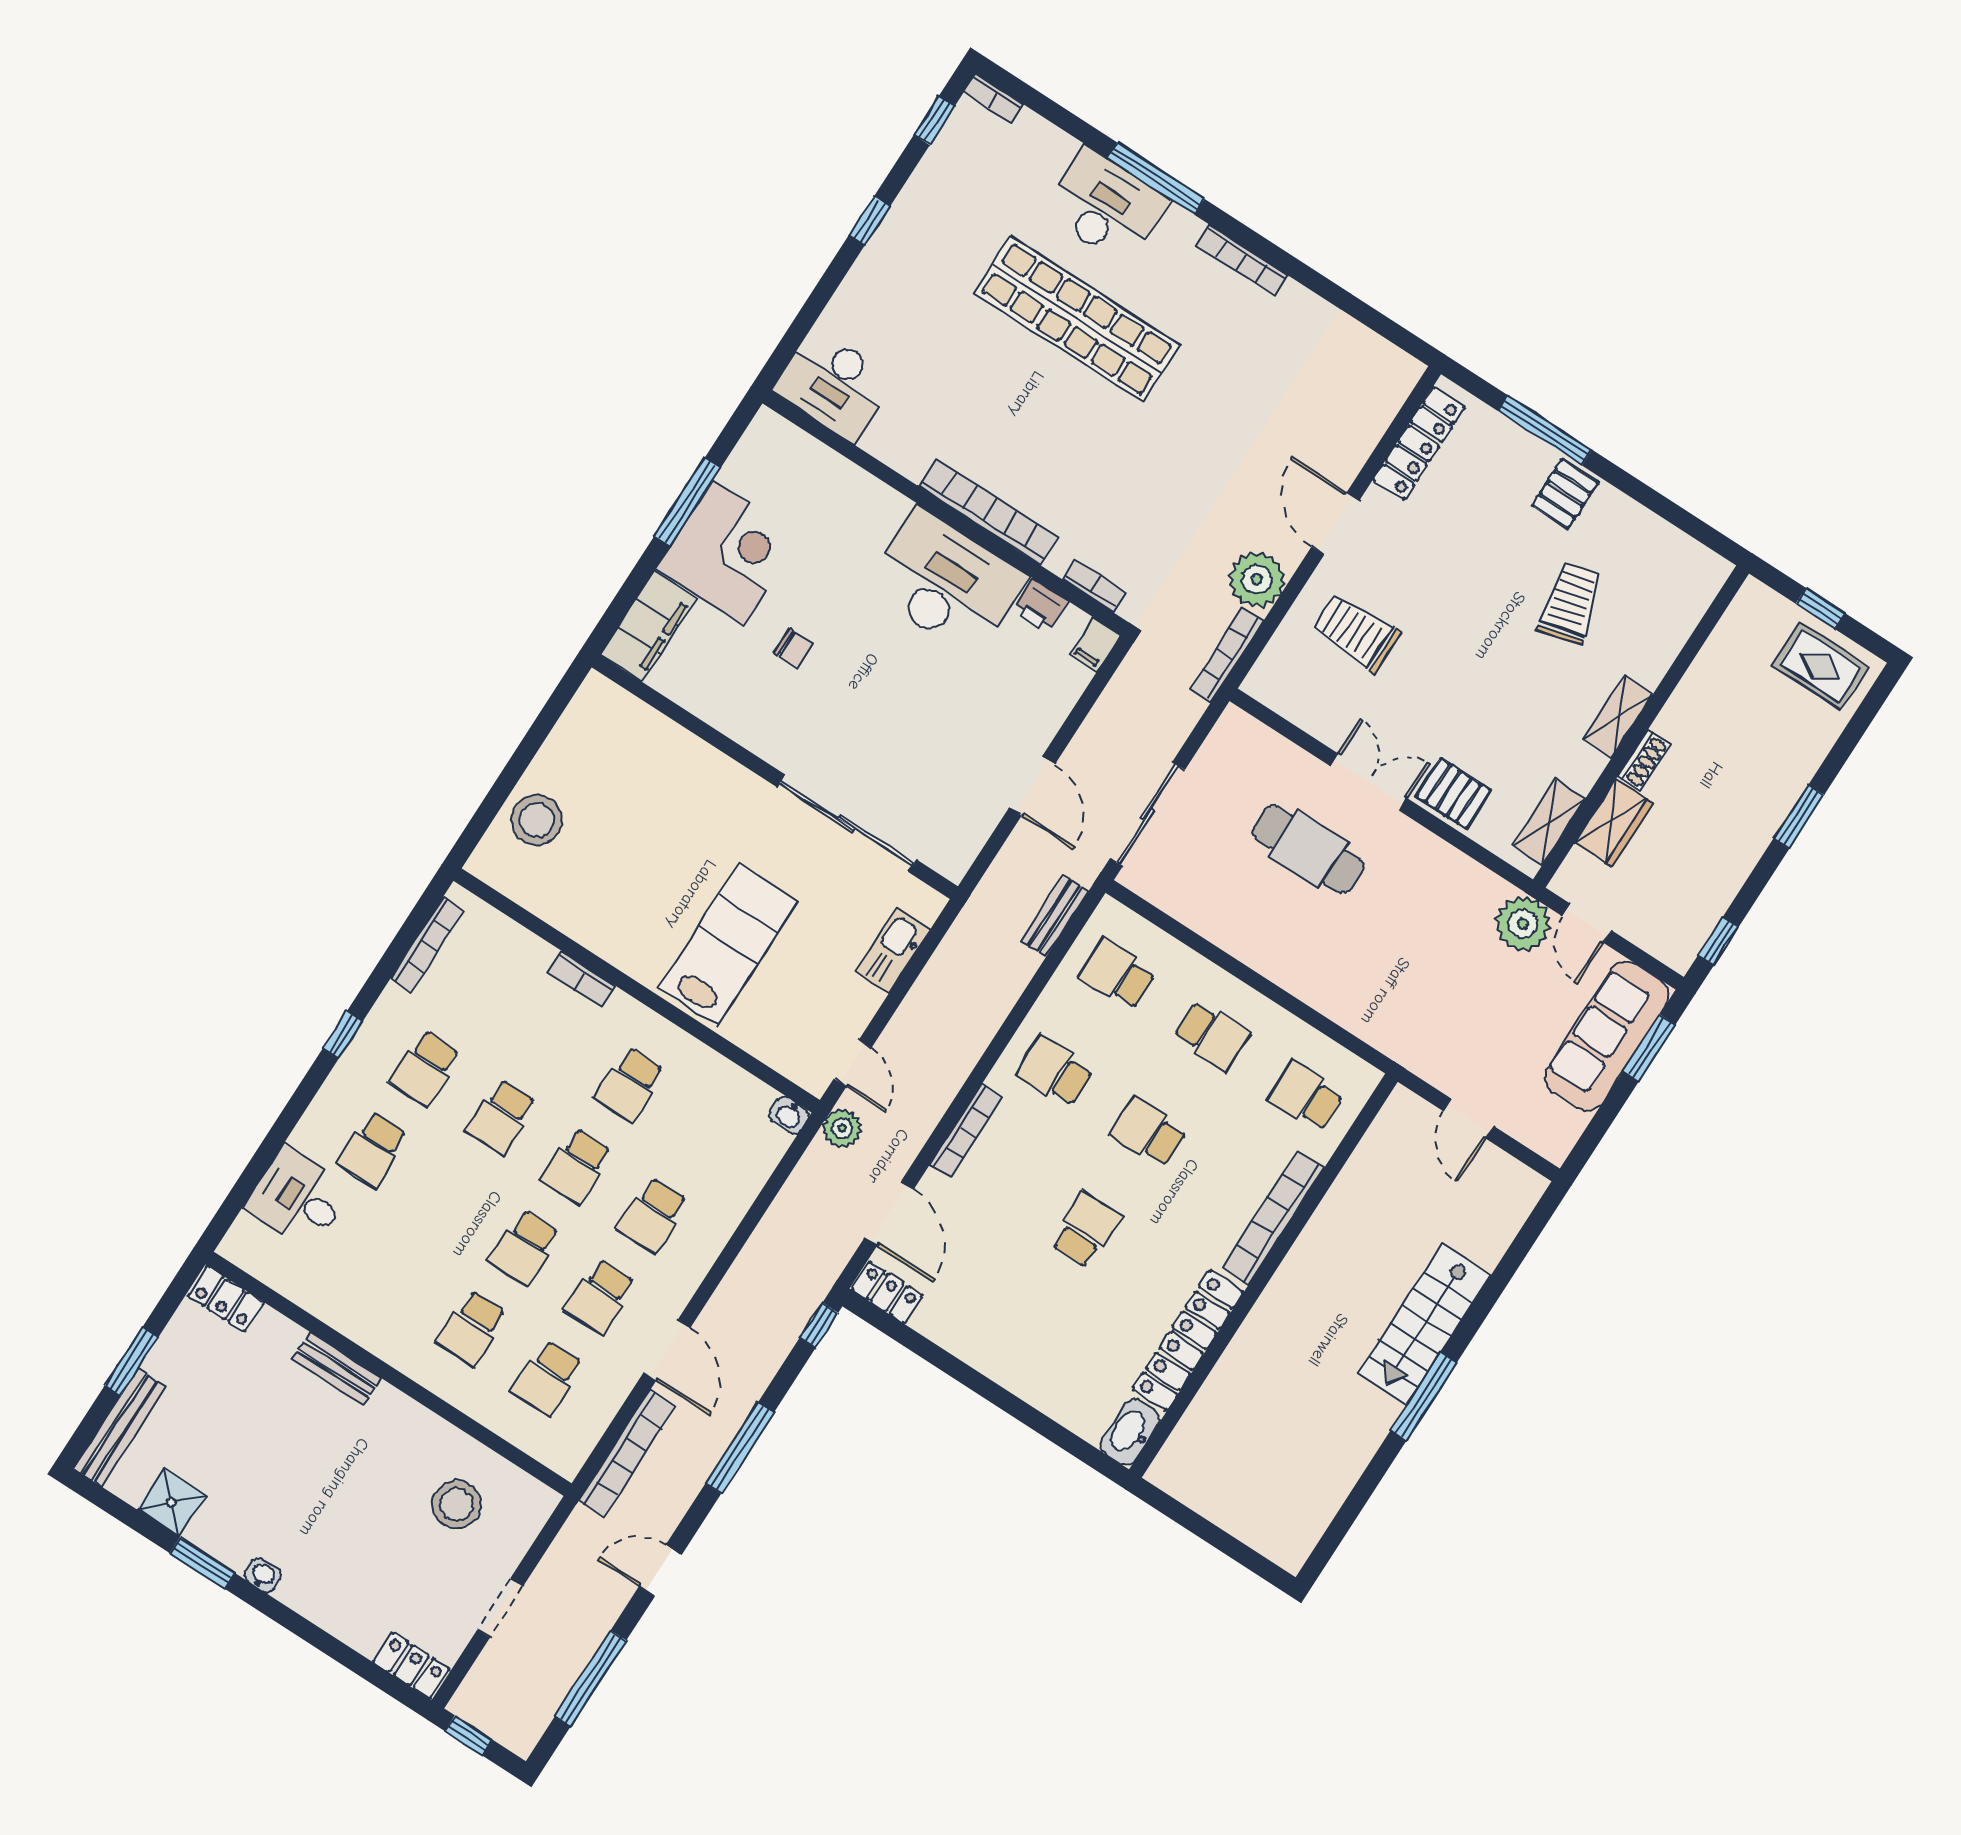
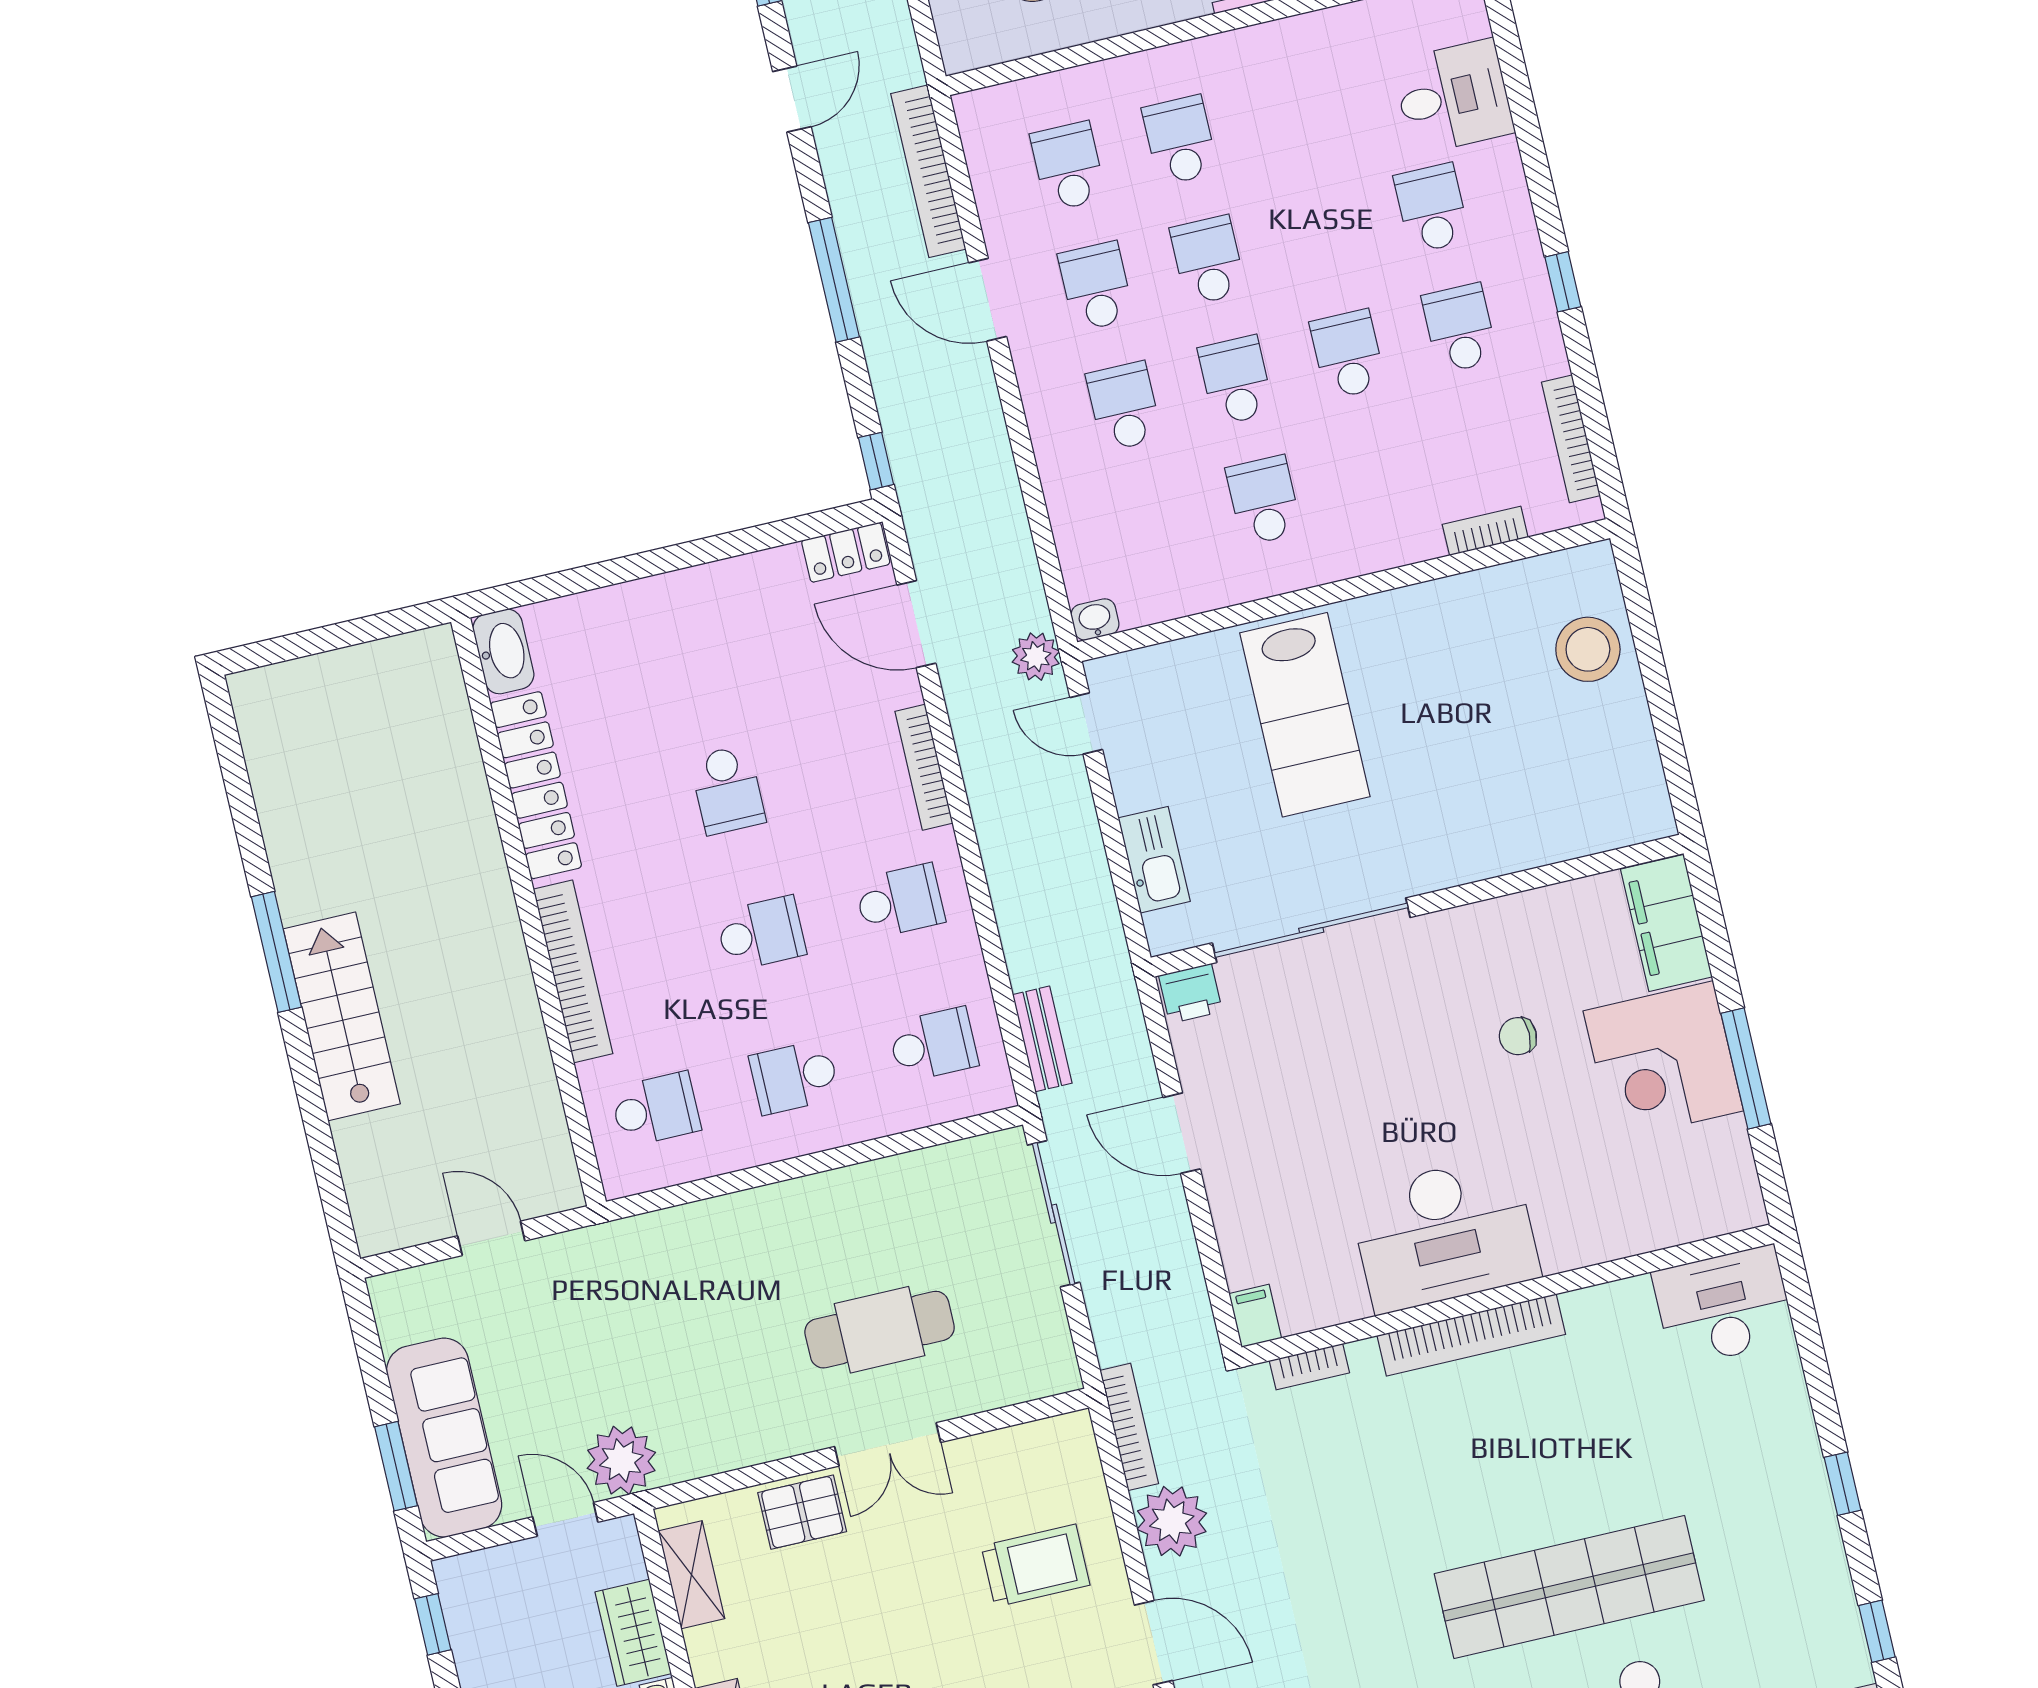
printer: (1040, 606) -> (1190, 993), moved, turned 180
bookcase: (581, 979) -> (1485, 531), moved

